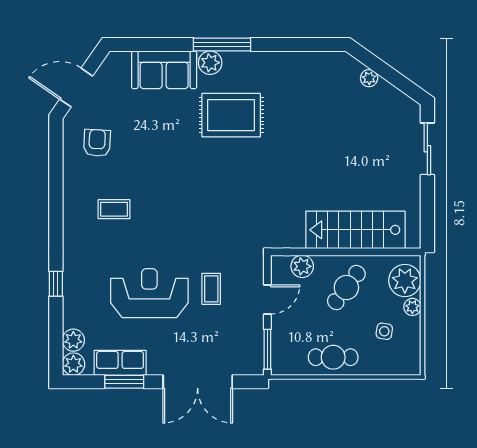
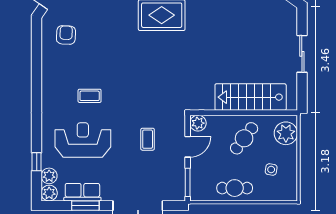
sliding door: (427, 149) -> (302, 54), moved
coffee table: (114, 209) -> (90, 96), moved
plant: (302, 266) -> (198, 123), moved
window: (56, 284) -> (37, 162), moved
reception desk: (149, 293) -> (83, 140), moved
plant: (412, 307) -> (291, 152), removed

